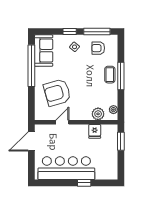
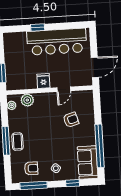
window: (70, 32) -> (73, 183), moved
armchair: (57, 92) -> (71, 120), width x0.53, depth x0.53
fridge: (95, 131) -> (43, 81), moved

